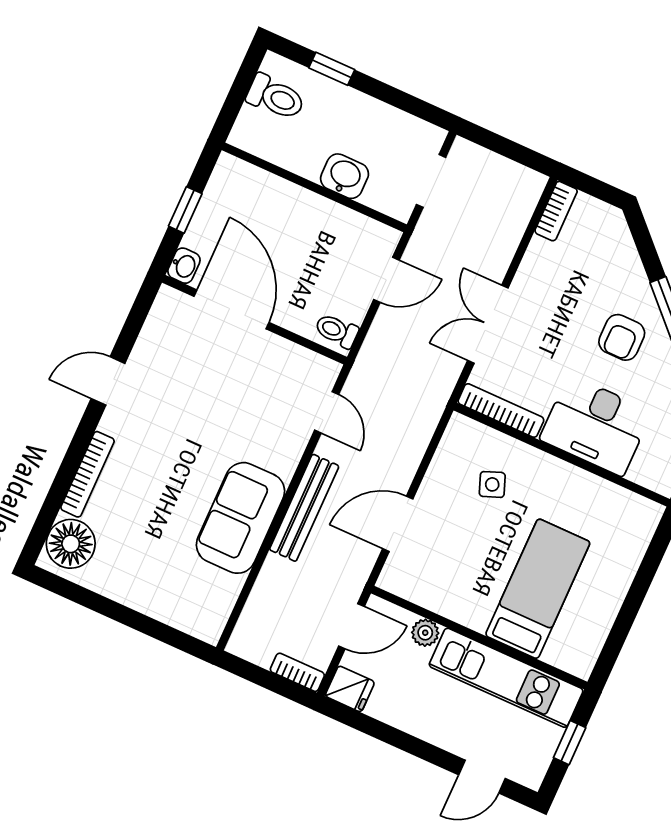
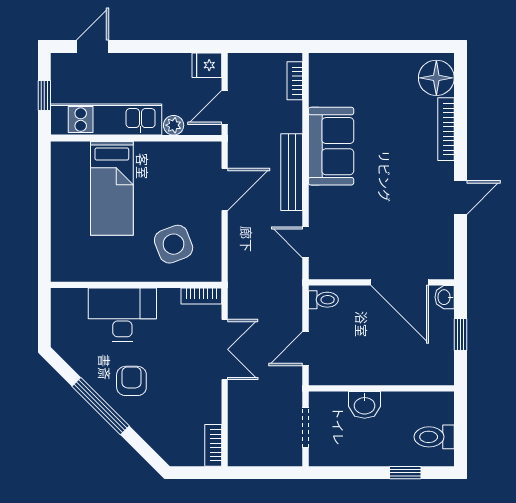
bookcase: (501, 411) -> (201, 296), width x0.64
side table: (492, 484) -> (174, 244), width x1.87, depth x1.87
bookcase: (297, 672) -> (295, 81), moved, turned 90

